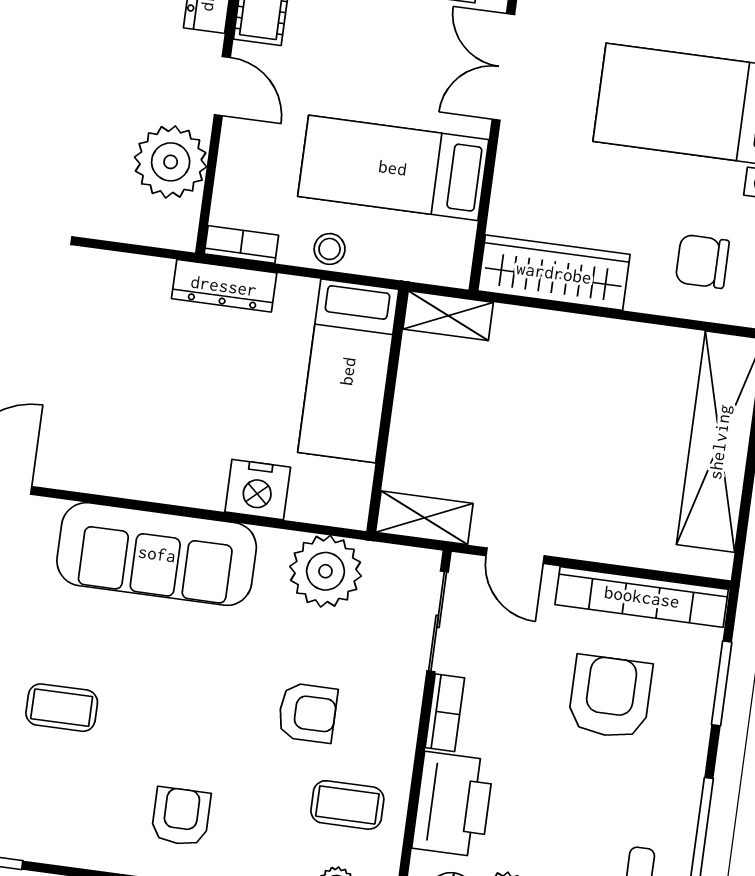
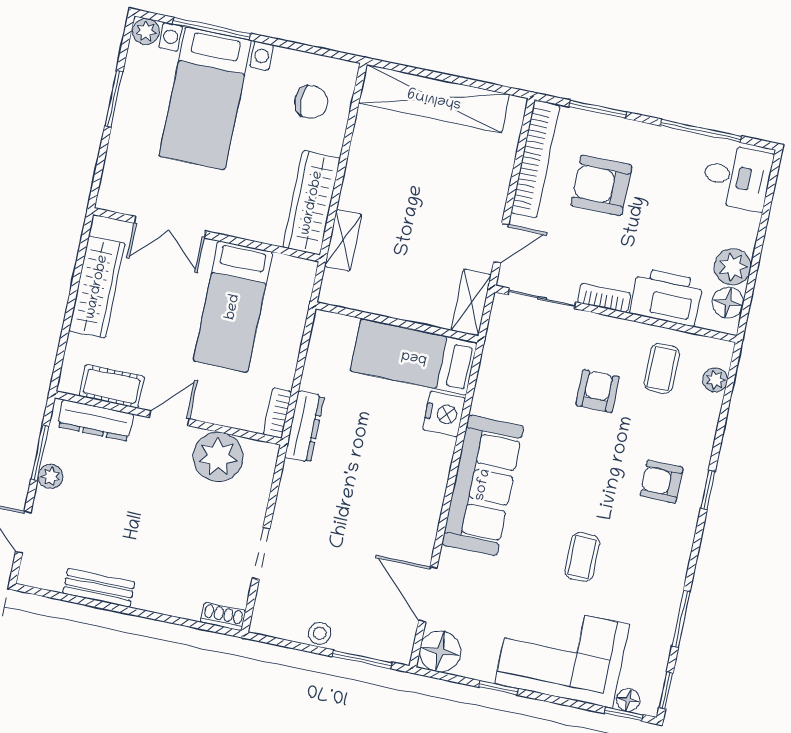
stool: (330, 249) -> (285, 354), removed
chair: (702, 261) -> (311, 102), turned -90
shelving: (448, 316) -> (343, 240), moved
bed: (348, 371) -> (414, 357), moved, turned 180
plant: (325, 571) -> (503, 372), removed

